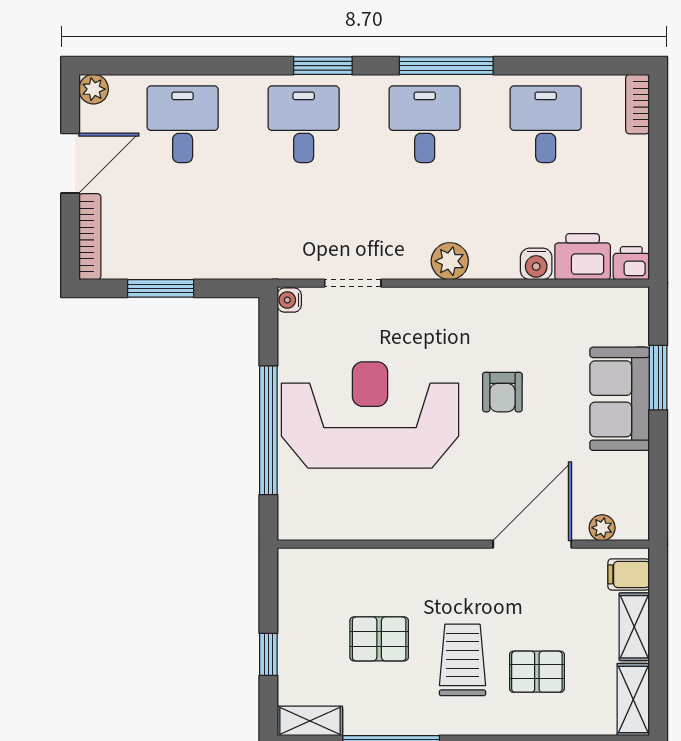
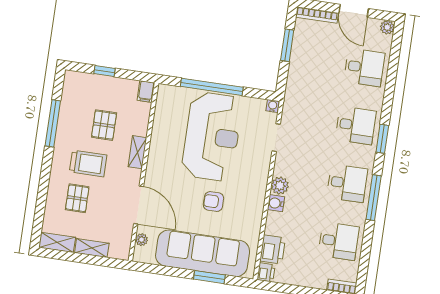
water cooler: (536, 264) -> (276, 203), moved
sofa: (620, 399) -> (203, 253), width x1.85, depth x1.27
filing cabinet: (629, 574) -> (146, 92), moved, turned 180
shelving: (310, 721) -> (137, 152), moved

